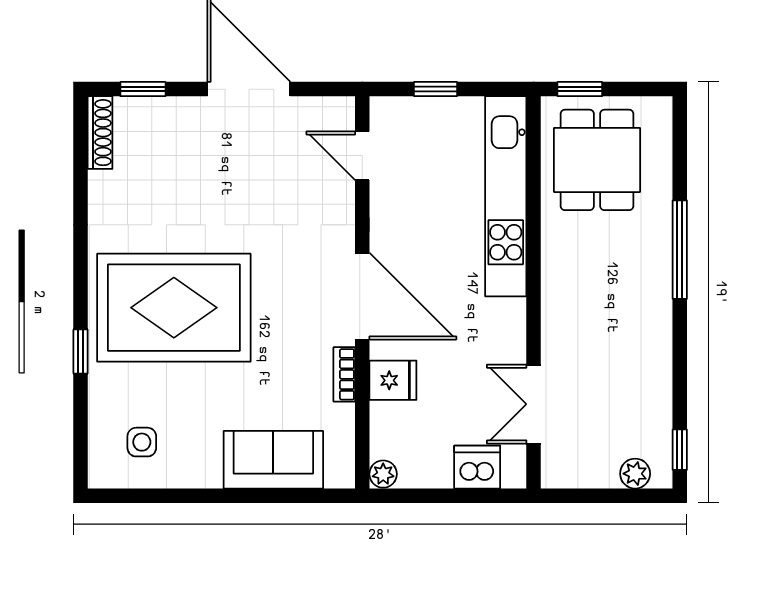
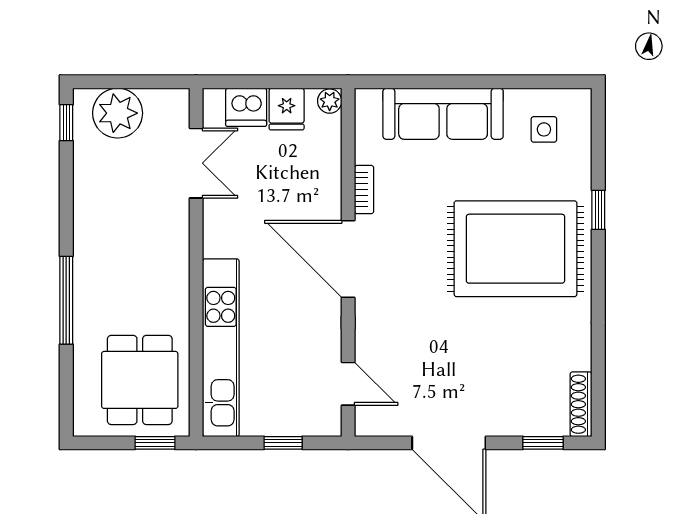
fridge: (393, 380) -> (287, 109), moved, turned -90
sofa: (273, 460) -> (443, 114), width x1.36
plant: (635, 474) -> (118, 113), width x1.88, depth x1.88

